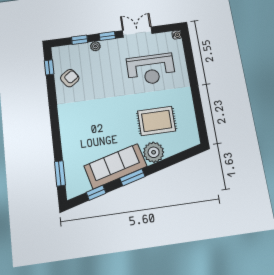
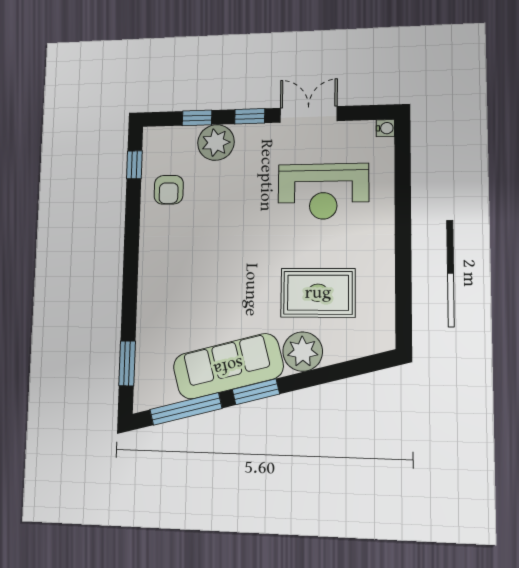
plant: (95, 46) -> (216, 142), width x1.87, depth x1.87
armchair: (70, 78) -> (169, 190), turned 125
window: (96, 193) -> (186, 409), width x2.17

